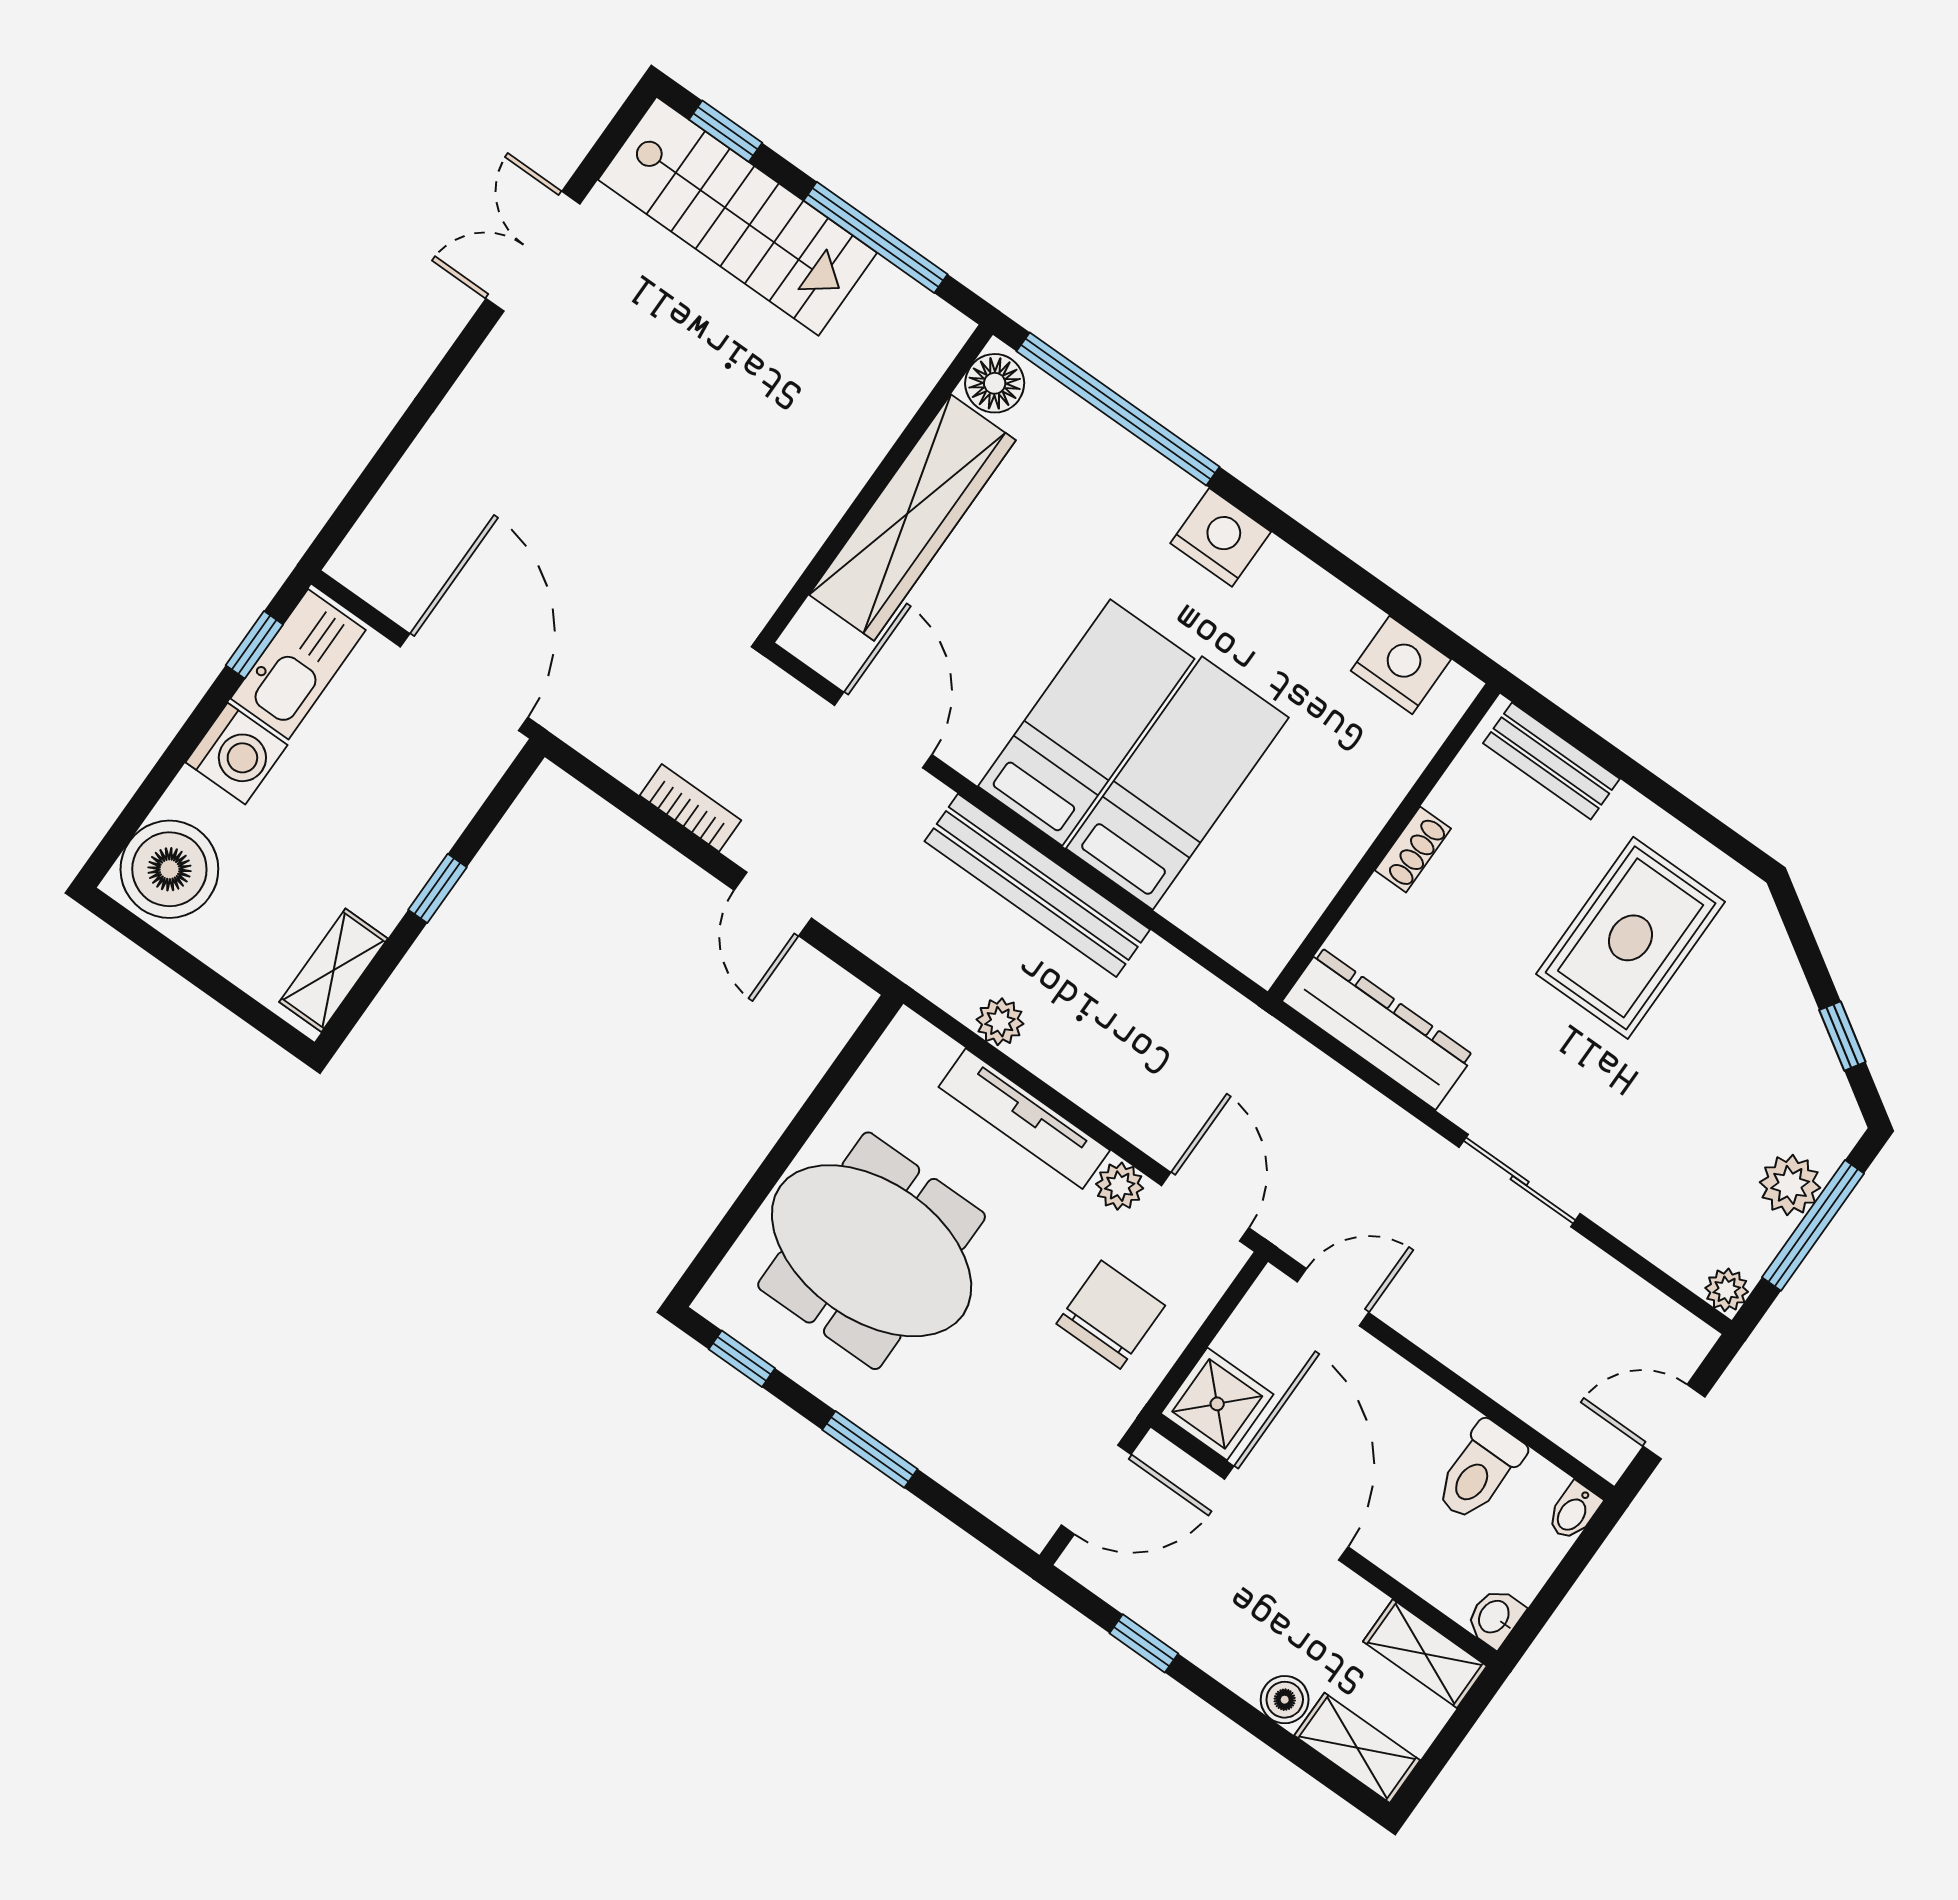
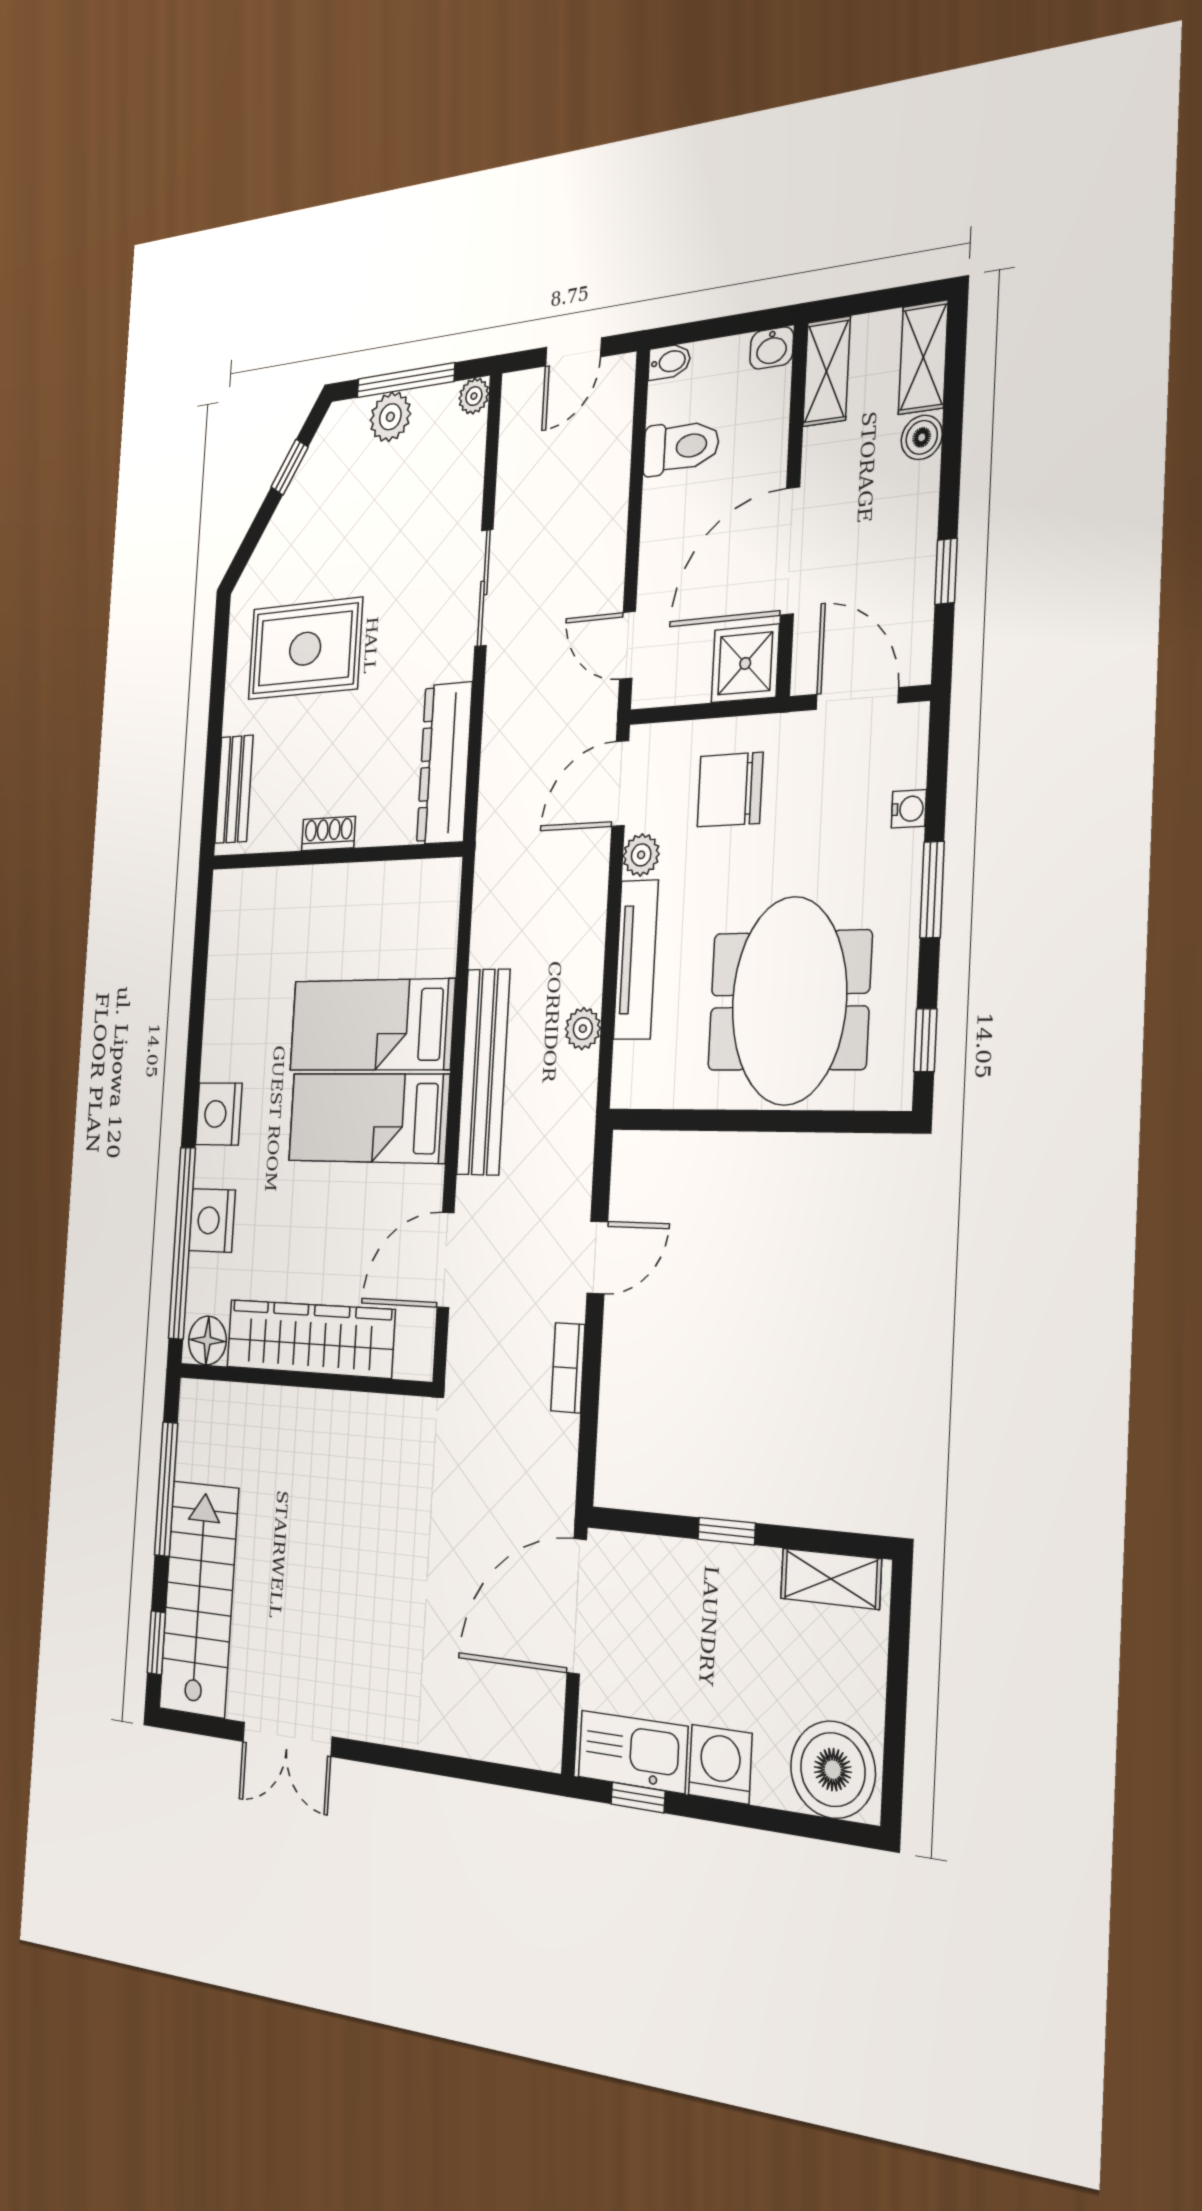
nightstand: (1401, 665) -> (212, 1220), moved
door: (1674, 1422) -> (573, 352), hinge flipped
water cooler: (958, 1474) -> (909, 809), added

